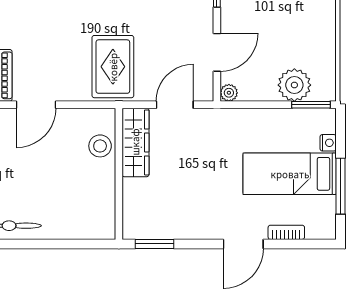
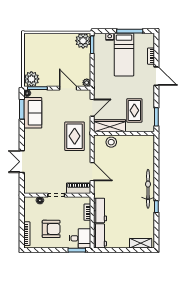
rug: (113, 67) -> (75, 136), turned 90
plant: (294, 85) -> (83, 41), moved
door: (175, 105) -> (92, 108), swing flipped
rug: (169, 196) -> (134, 110), added

